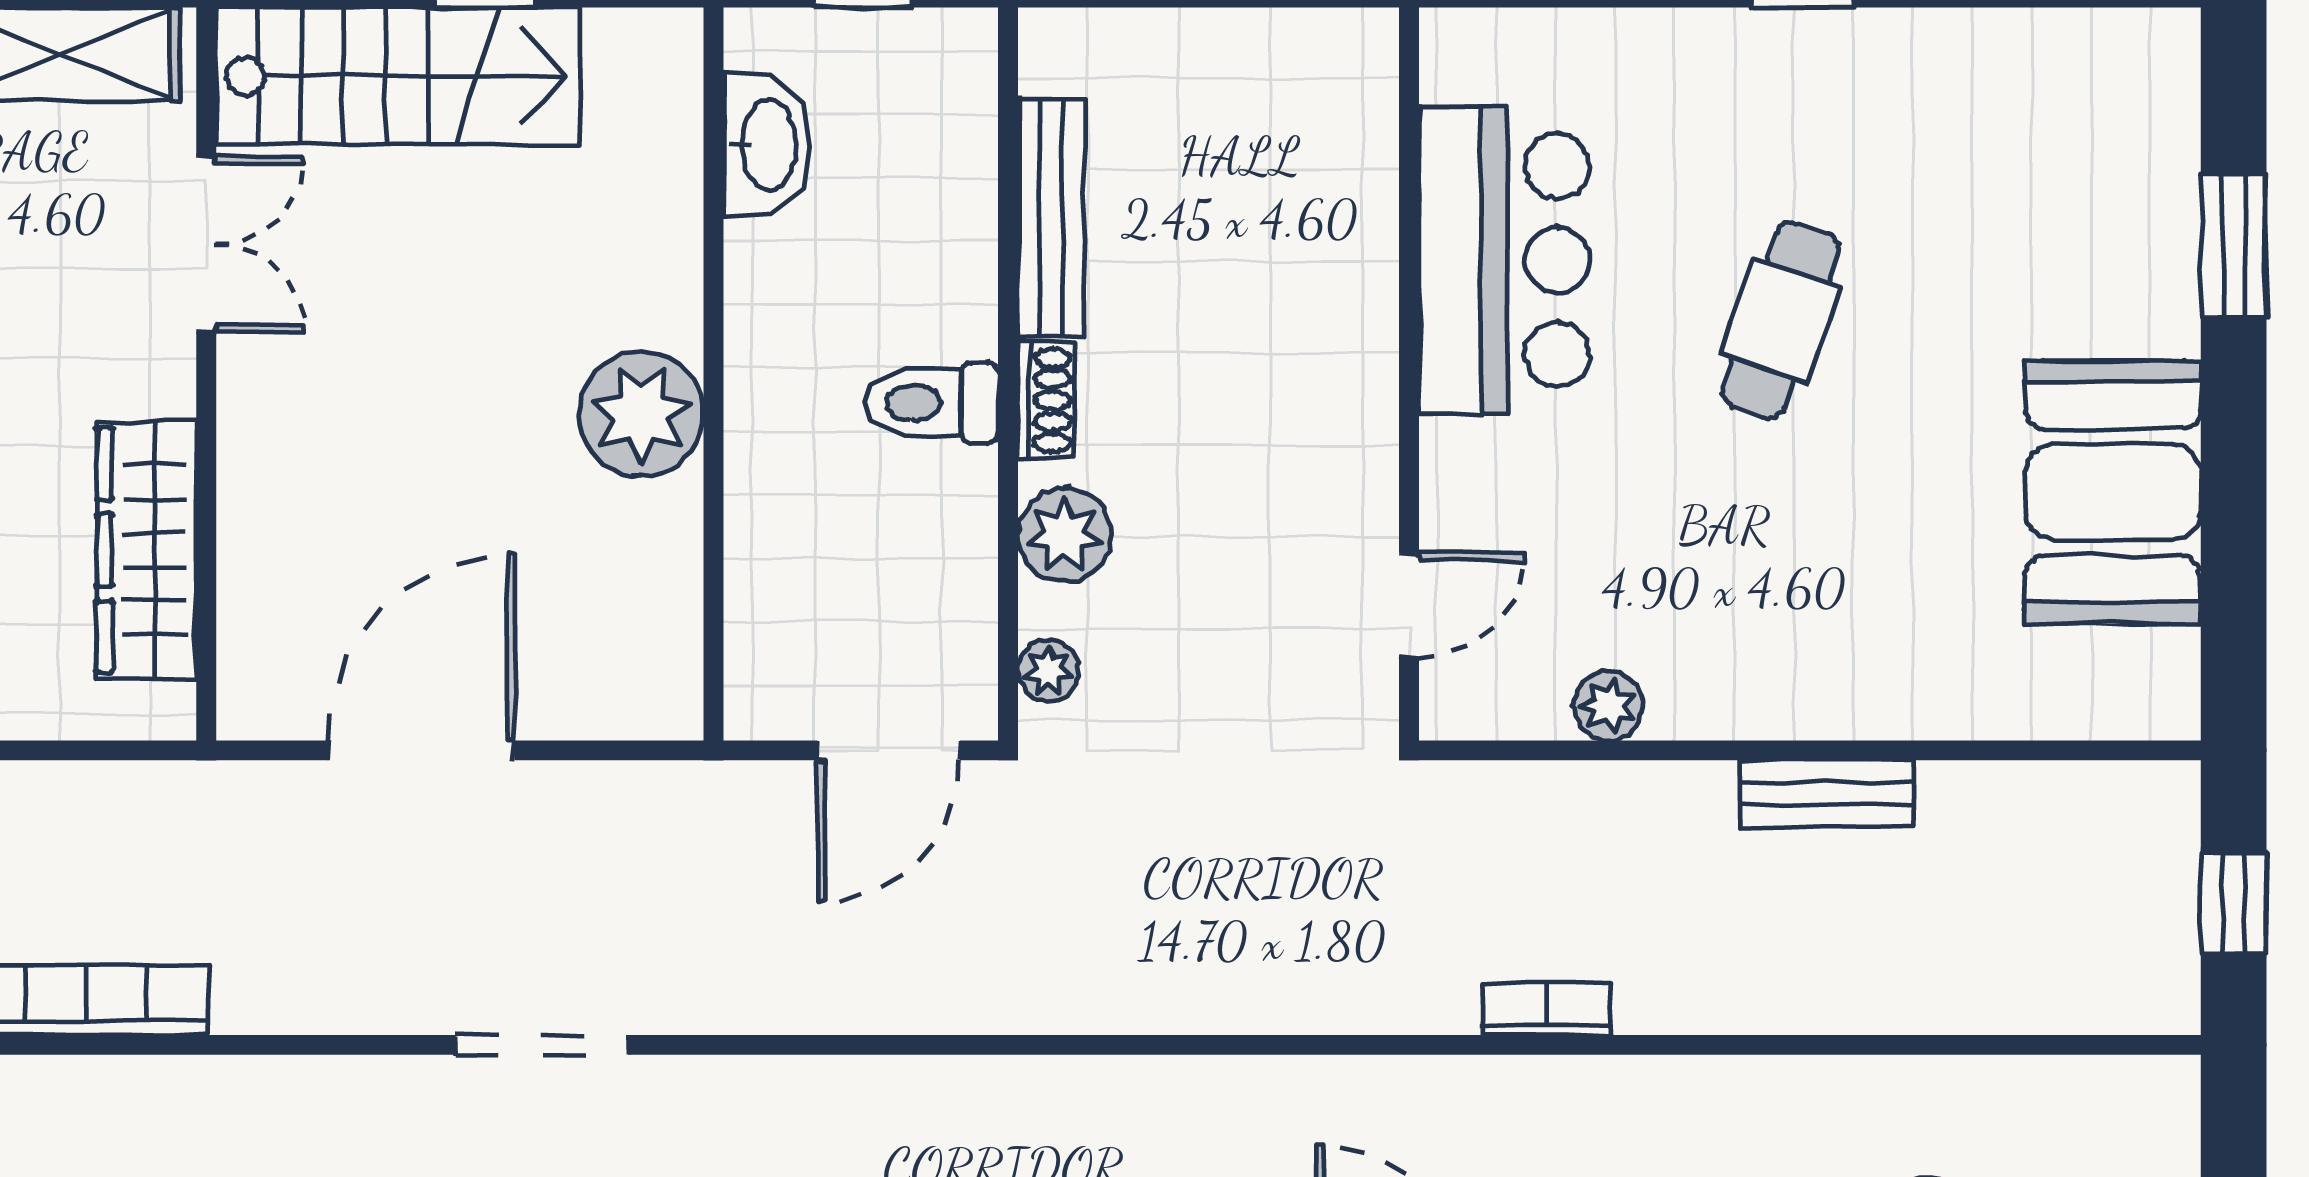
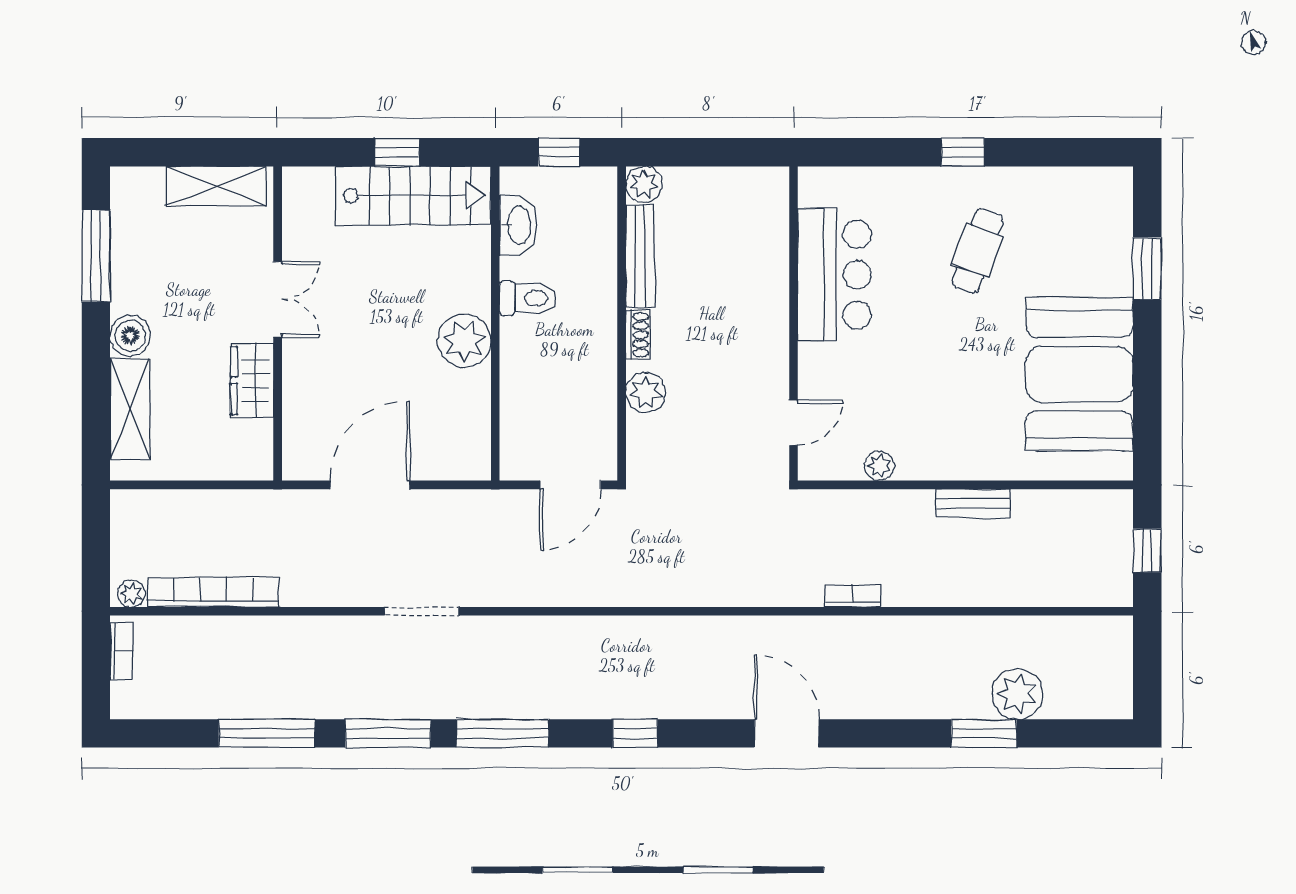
stairs: (398, 76) -> (413, 196), moved
double door: (206, 244) -> (278, 299), moved
cafe table: (1781, 320) -> (977, 251), moved
toilet: (932, 403) -> (528, 298), moved, turned 180
booth: (2113, 492) -> (1079, 374), width x1.36, depth x1.42
wardrobe: (146, 550) -> (252, 380), width x0.67
plant: (1049, 671) -> (644, 184), moved, width x1.38, depth x1.38

